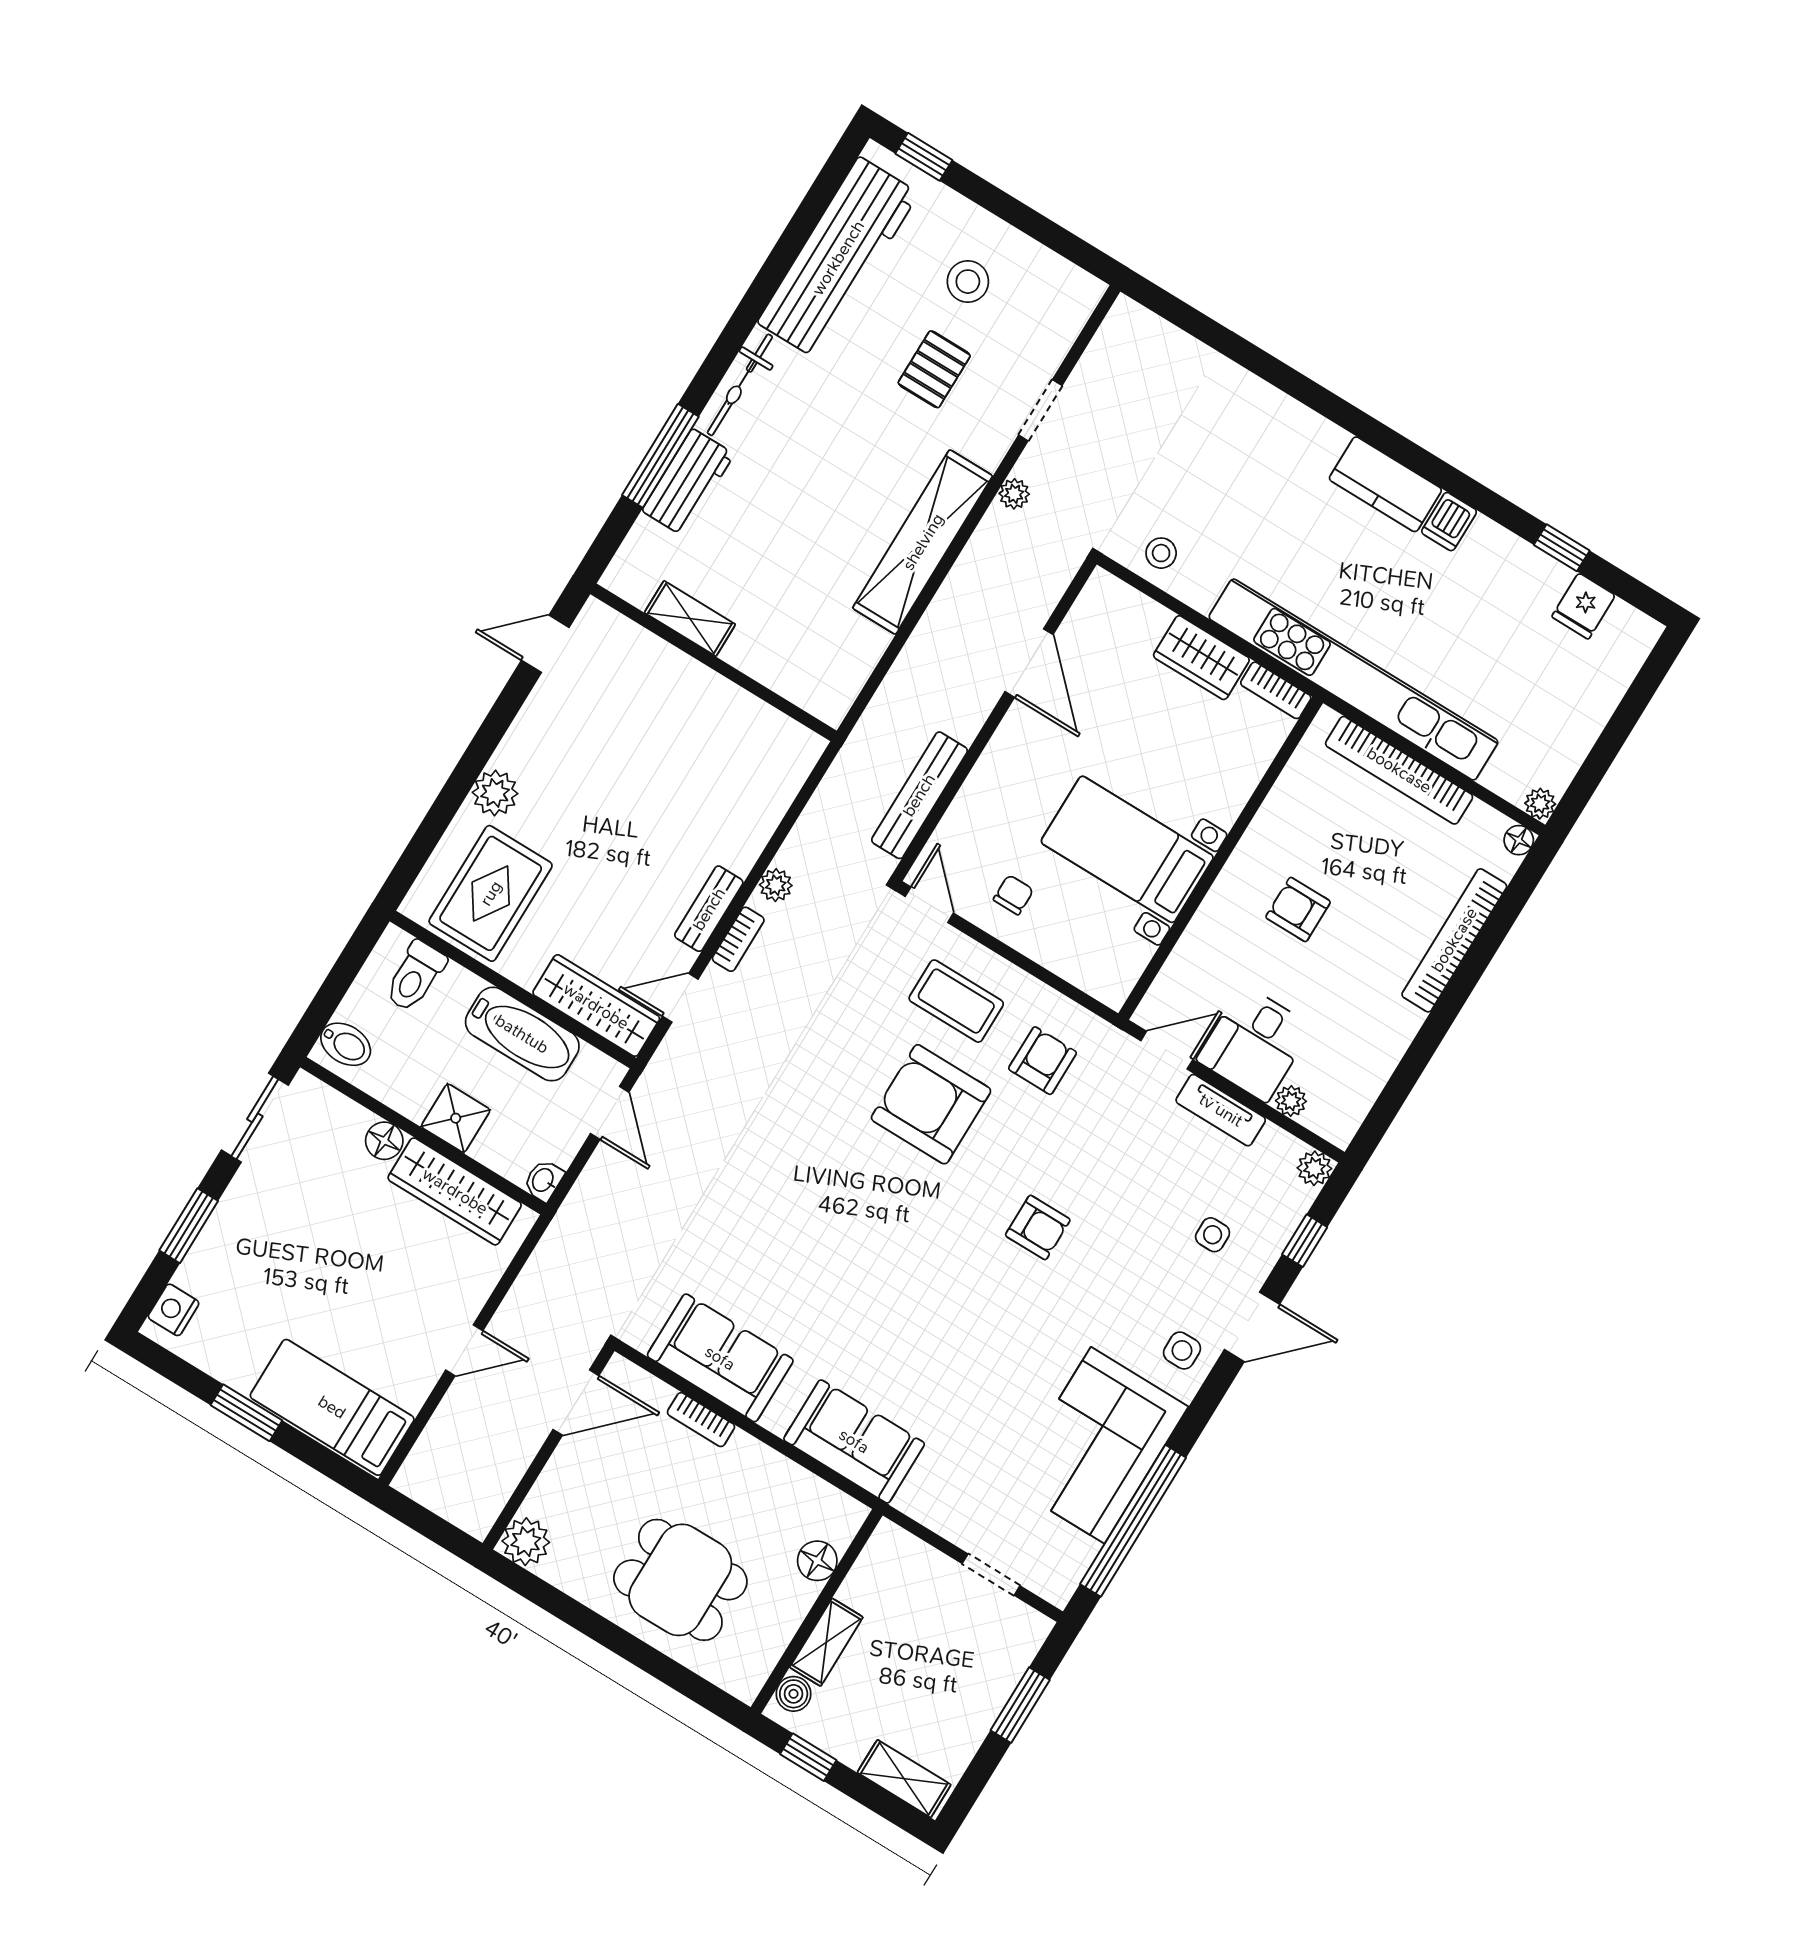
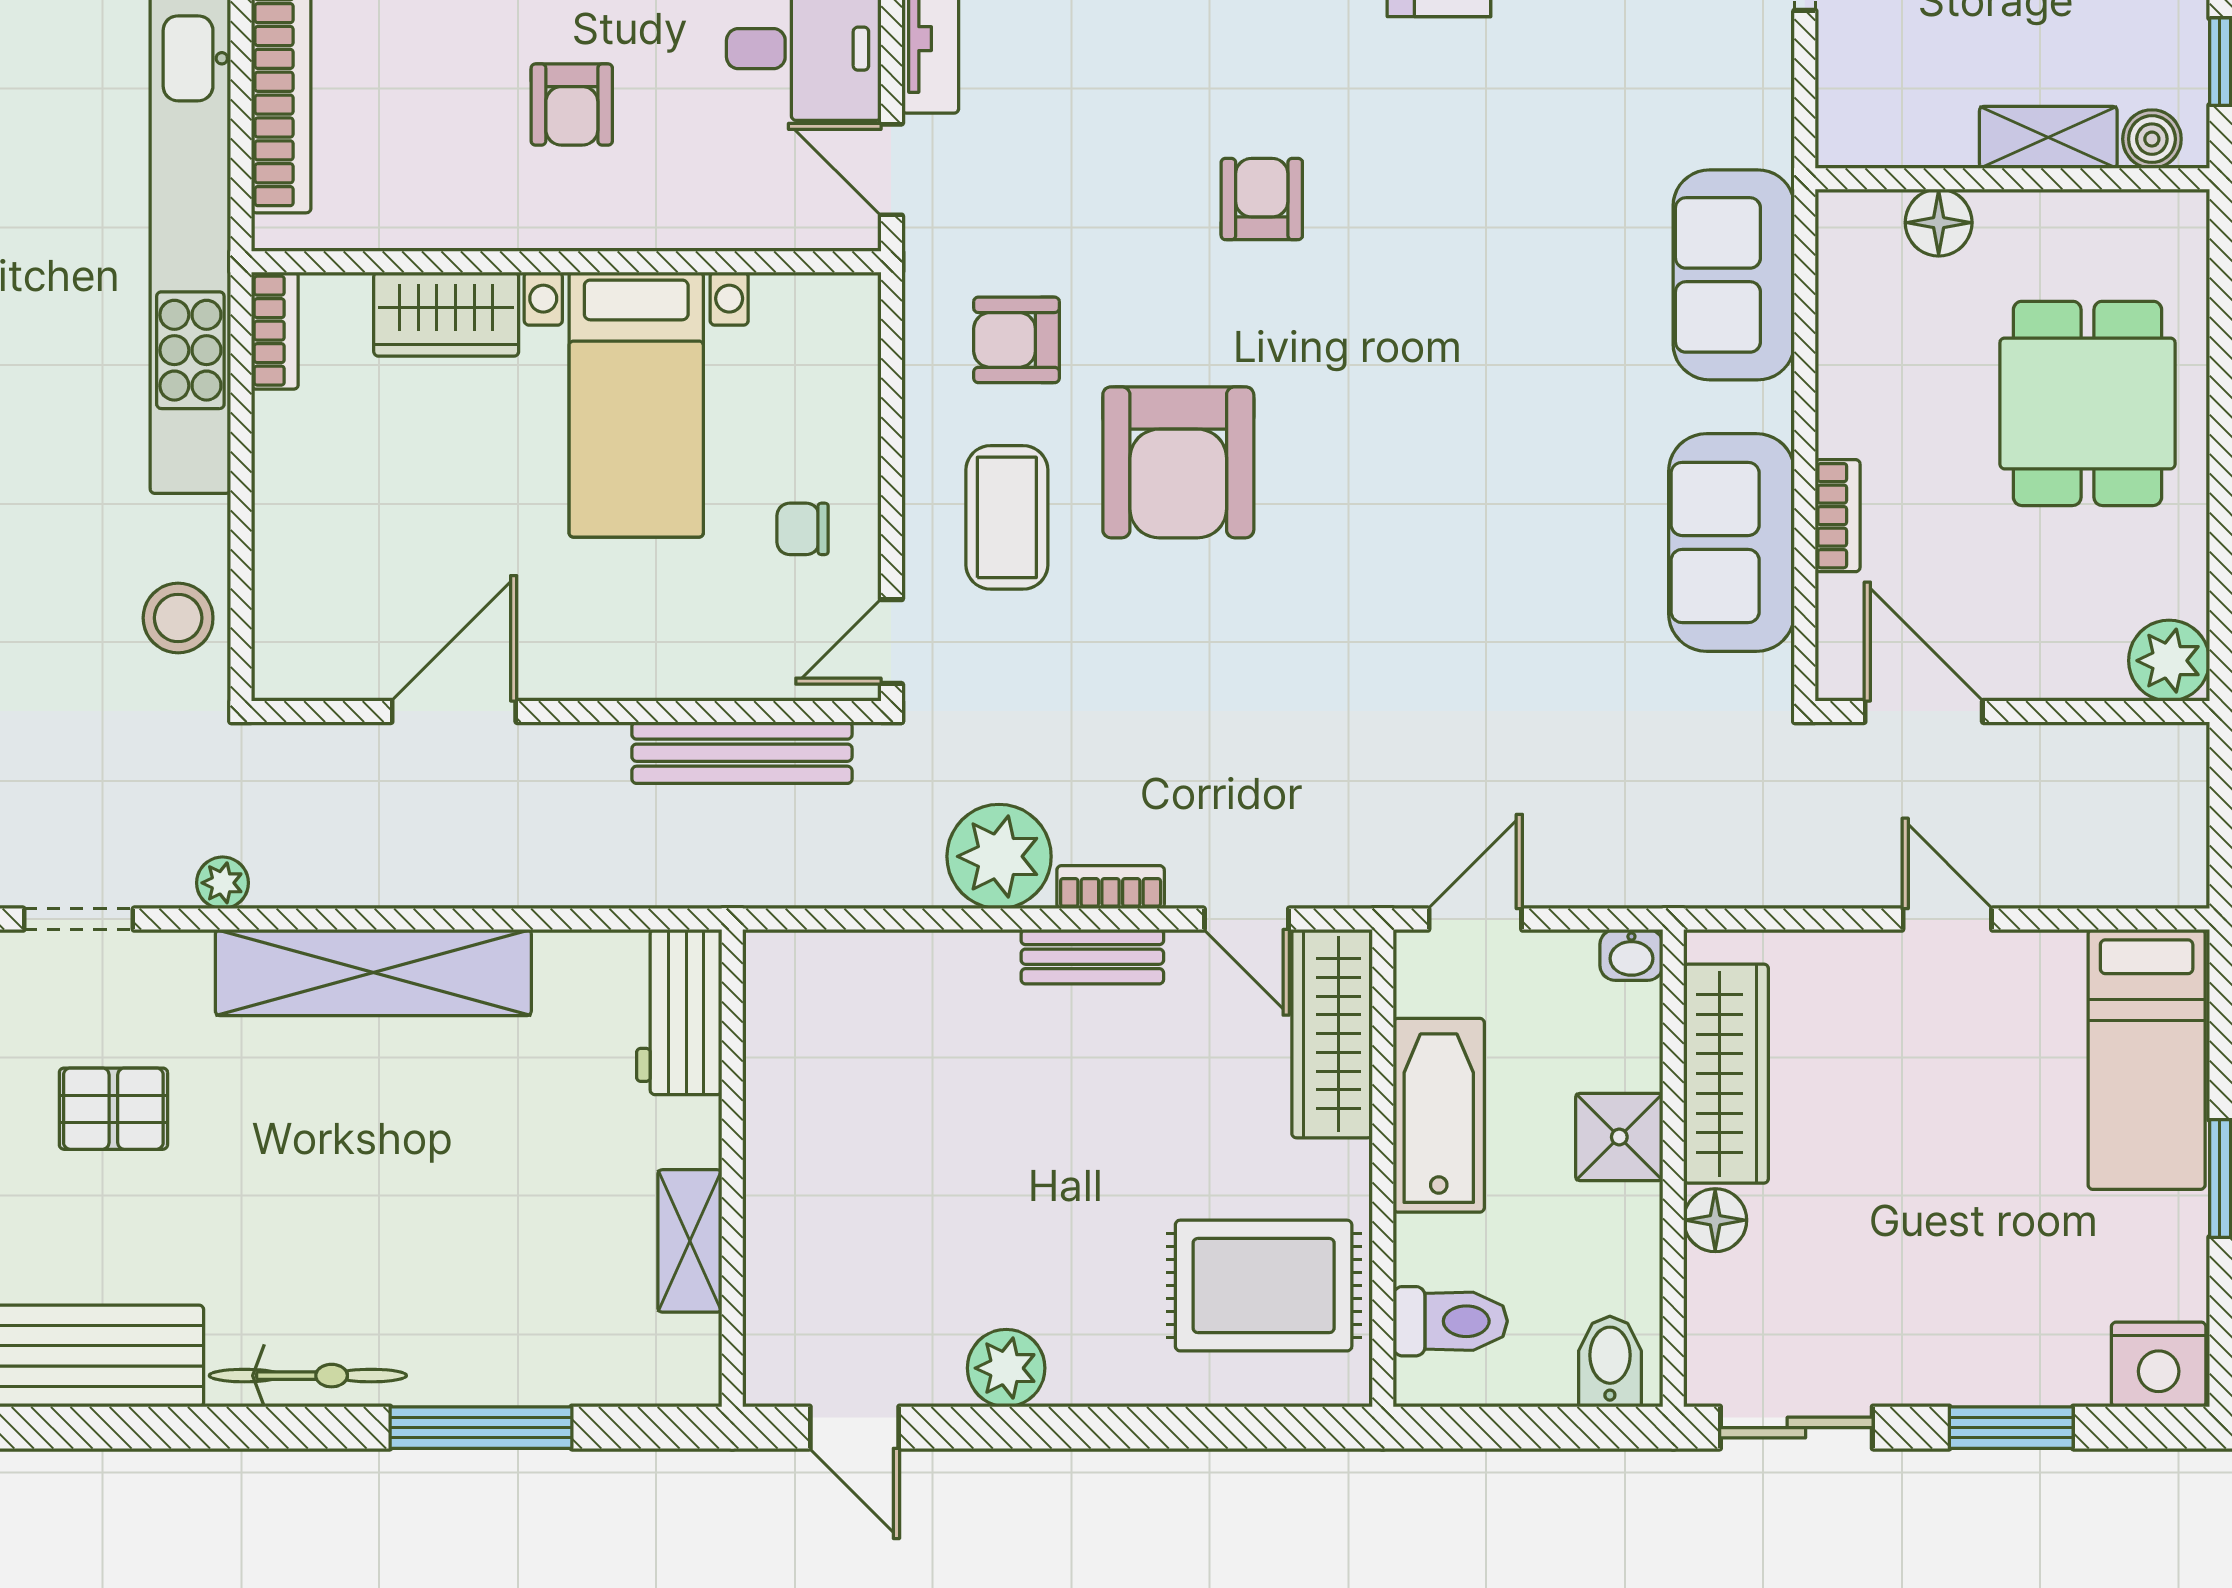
workbench: (688, 482) -> (679, 1012), moved, turned -90
stool: (1161, 553) -> (178, 618), width x1.37, depth x1.37
wardrobe: (1201, 658) -> (446, 314), moved, turned 90
plant: (495, 793) -> (1006, 1368), moved
plant: (776, 885) -> (999, 856), width x1.87, depth x1.87
nightstand: (174, 1310) -> (2159, 1365), width x1.36, depth x1.33

